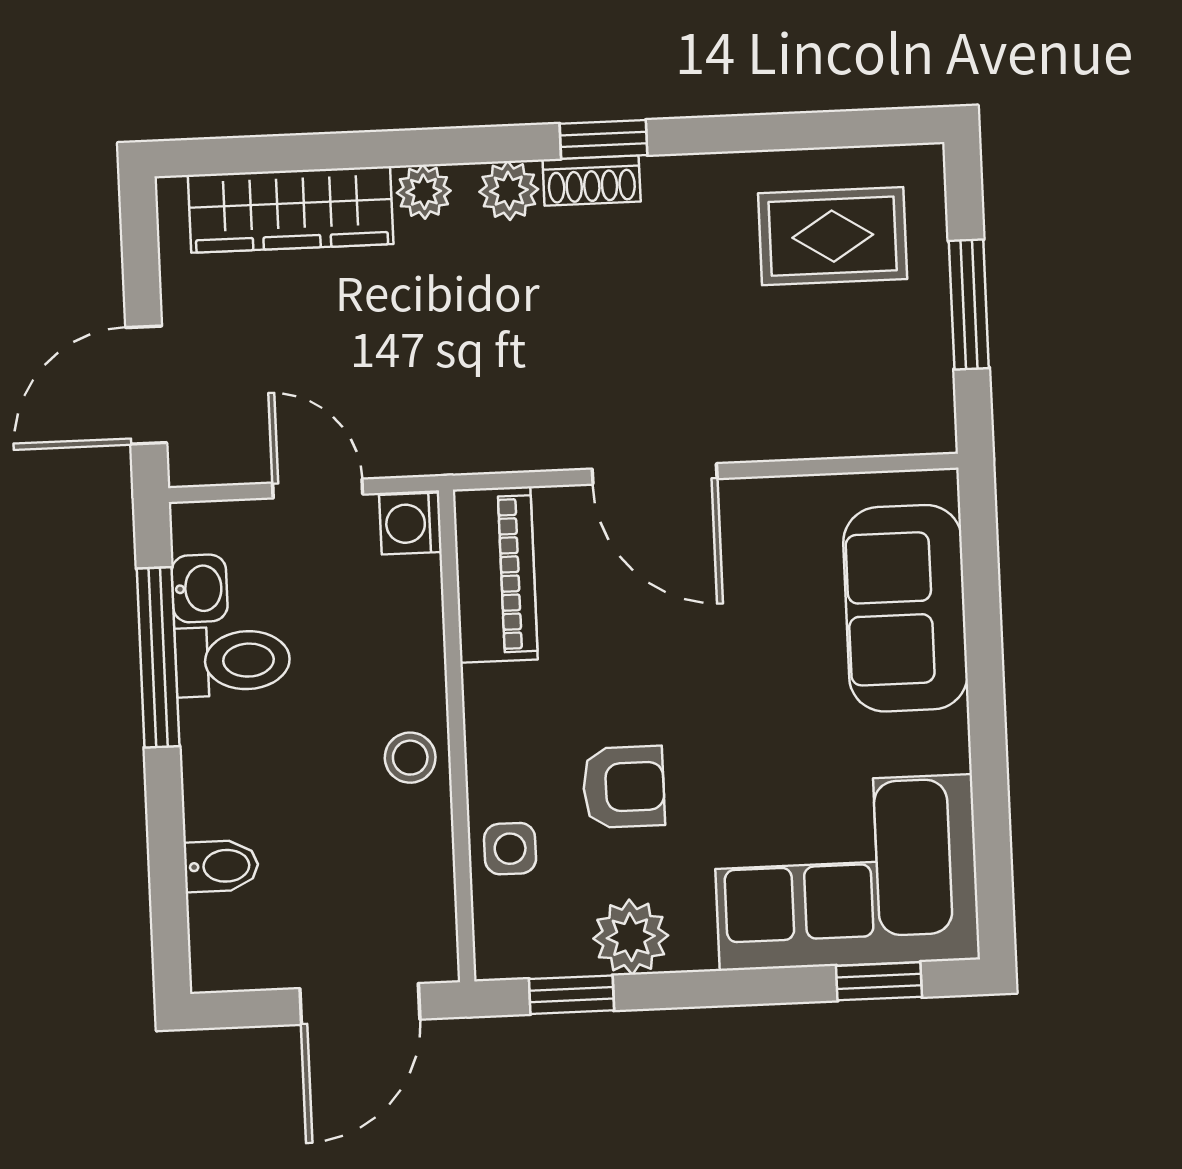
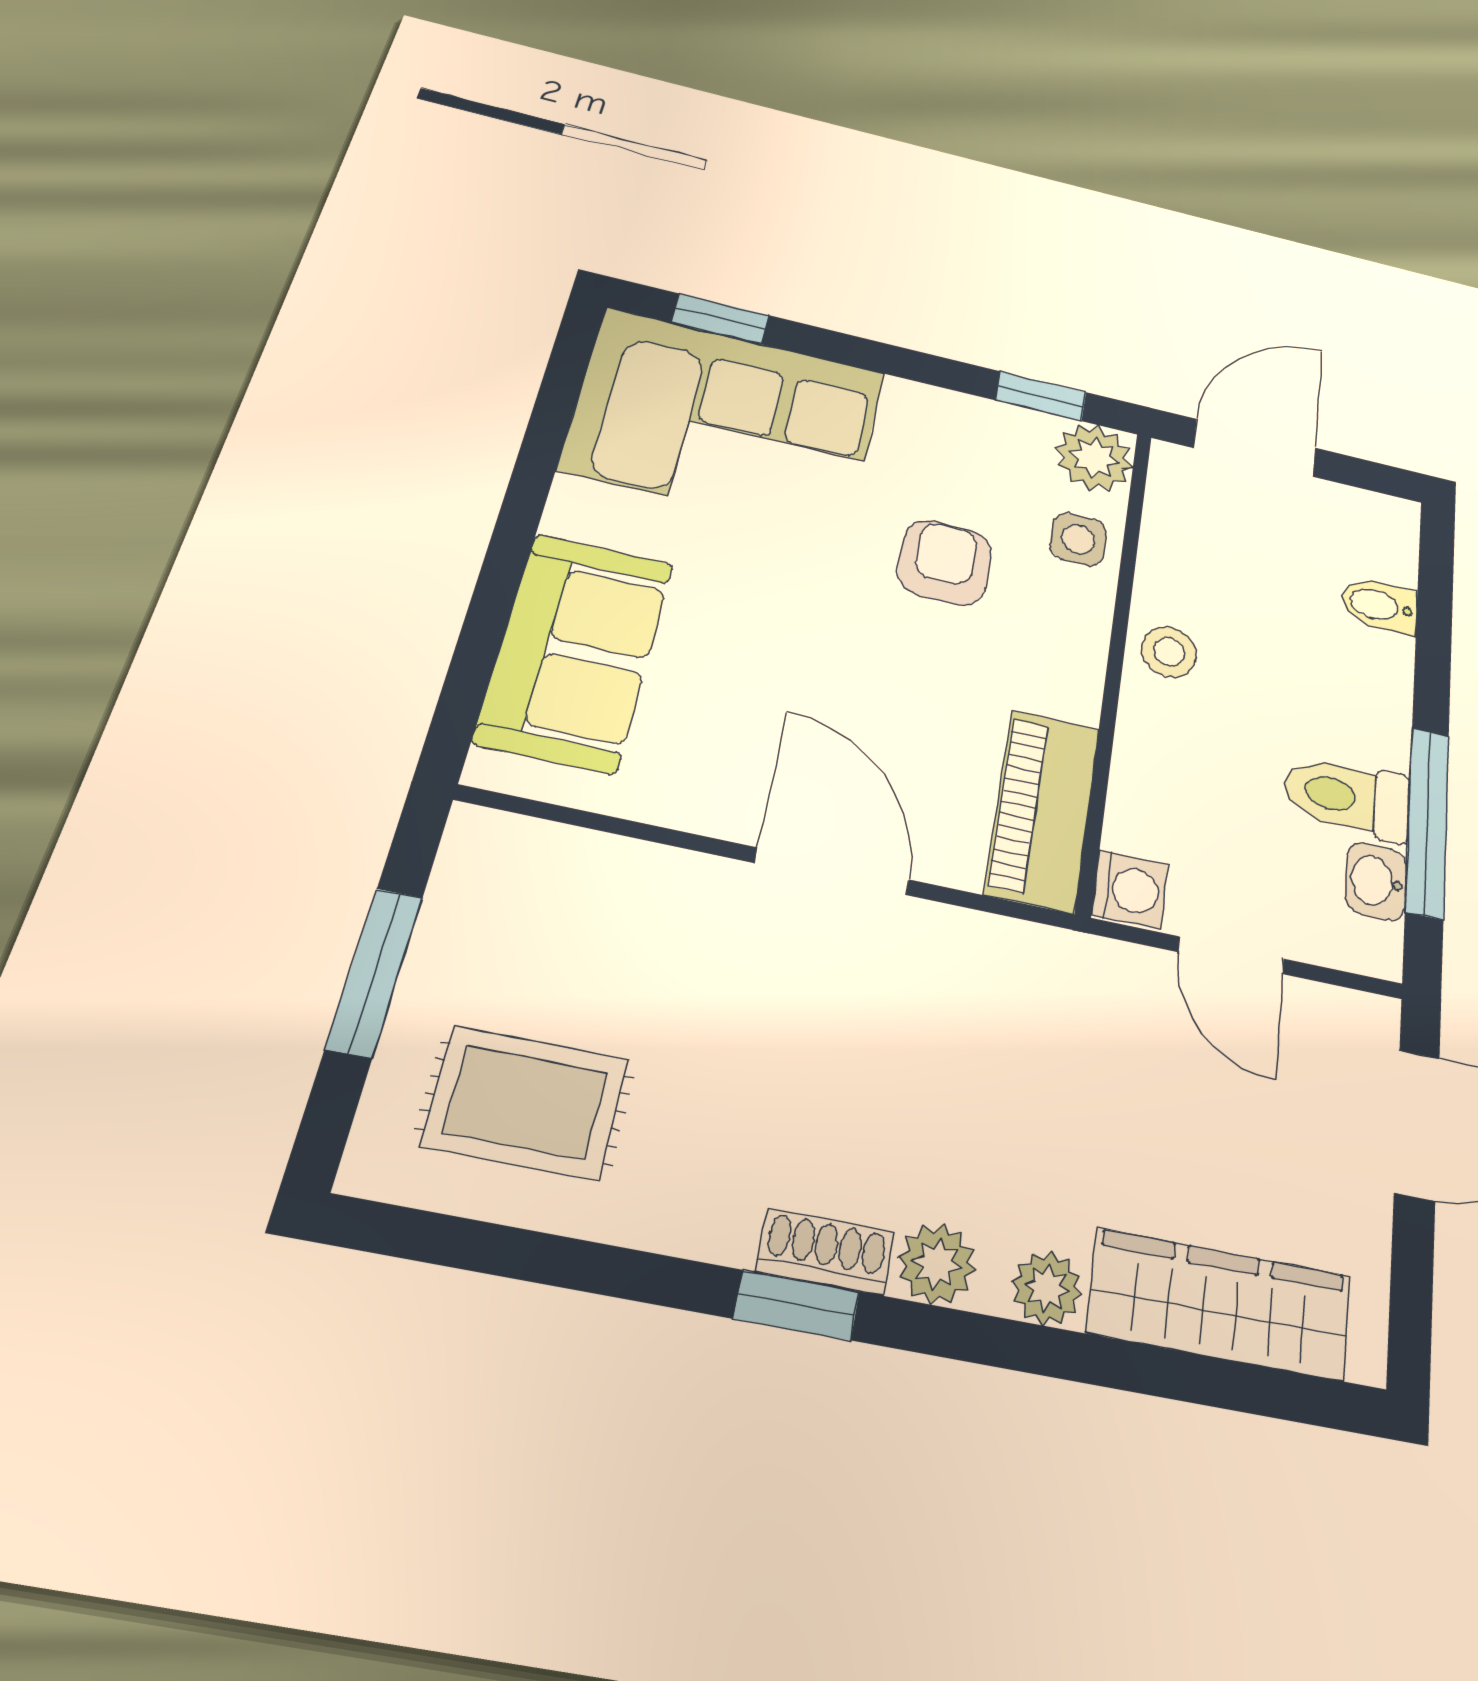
armchair: (624, 787) -> (945, 563), turned 90
plant: (631, 937) -> (1094, 457), moved

